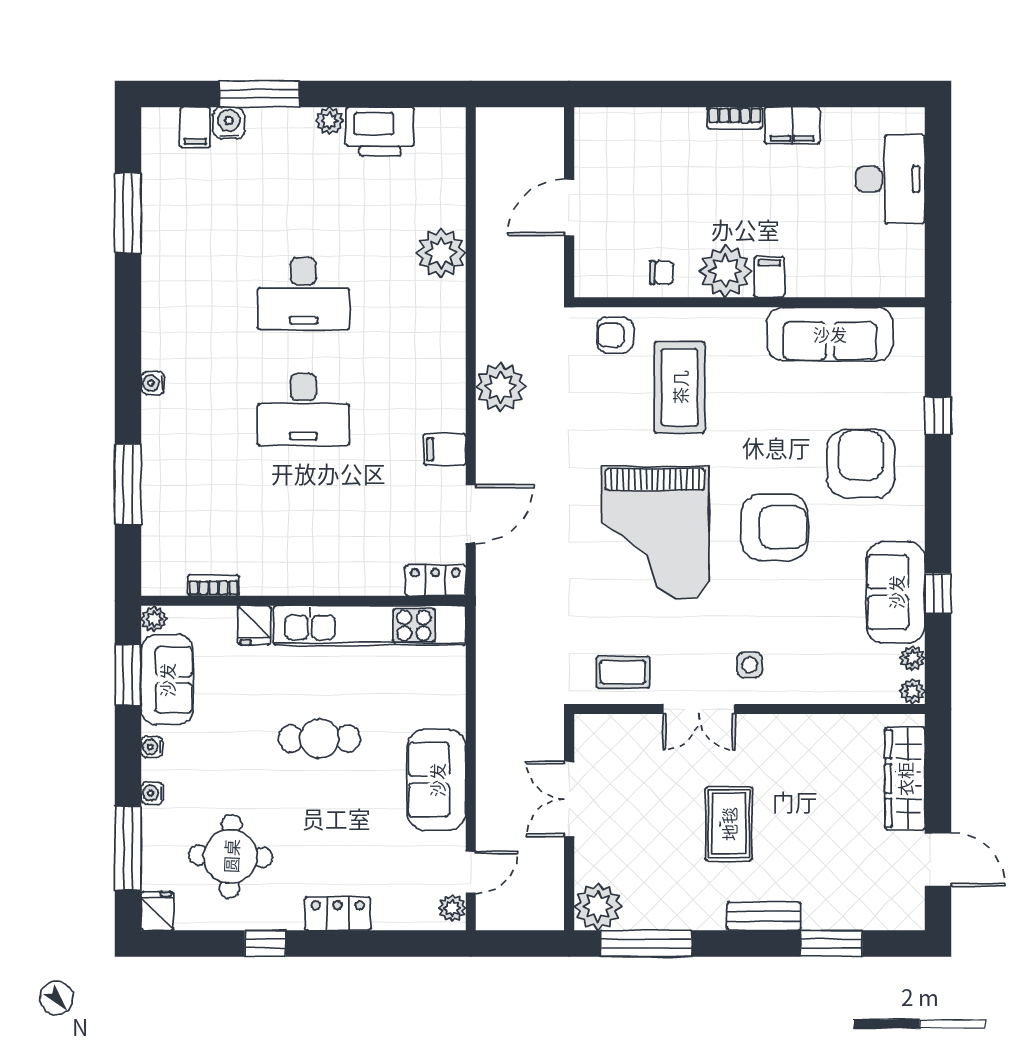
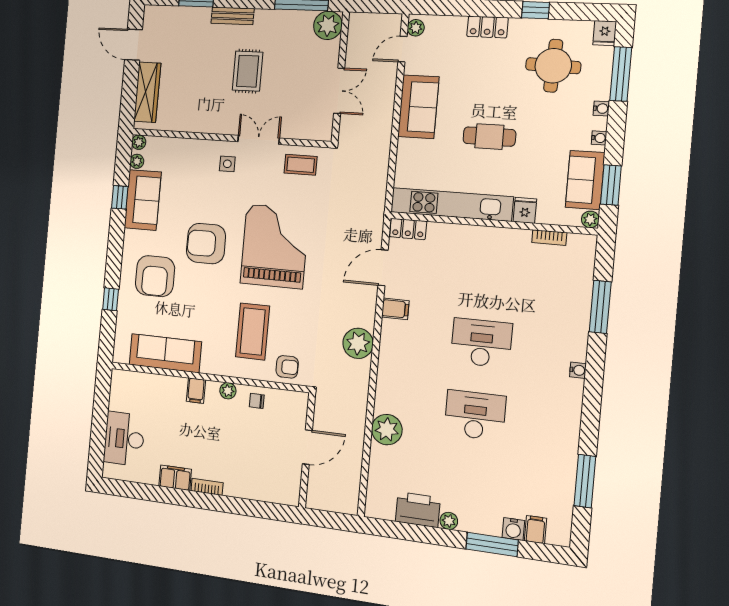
plant: (725, 271) -> (228, 391), width x0.53, depth x0.53

